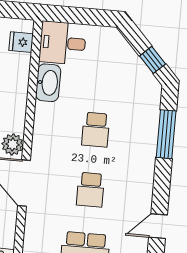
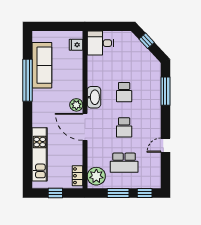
window: (153, 60) -> (147, 41), moved
washbasin: (48, 83) -> (94, 97), moved

